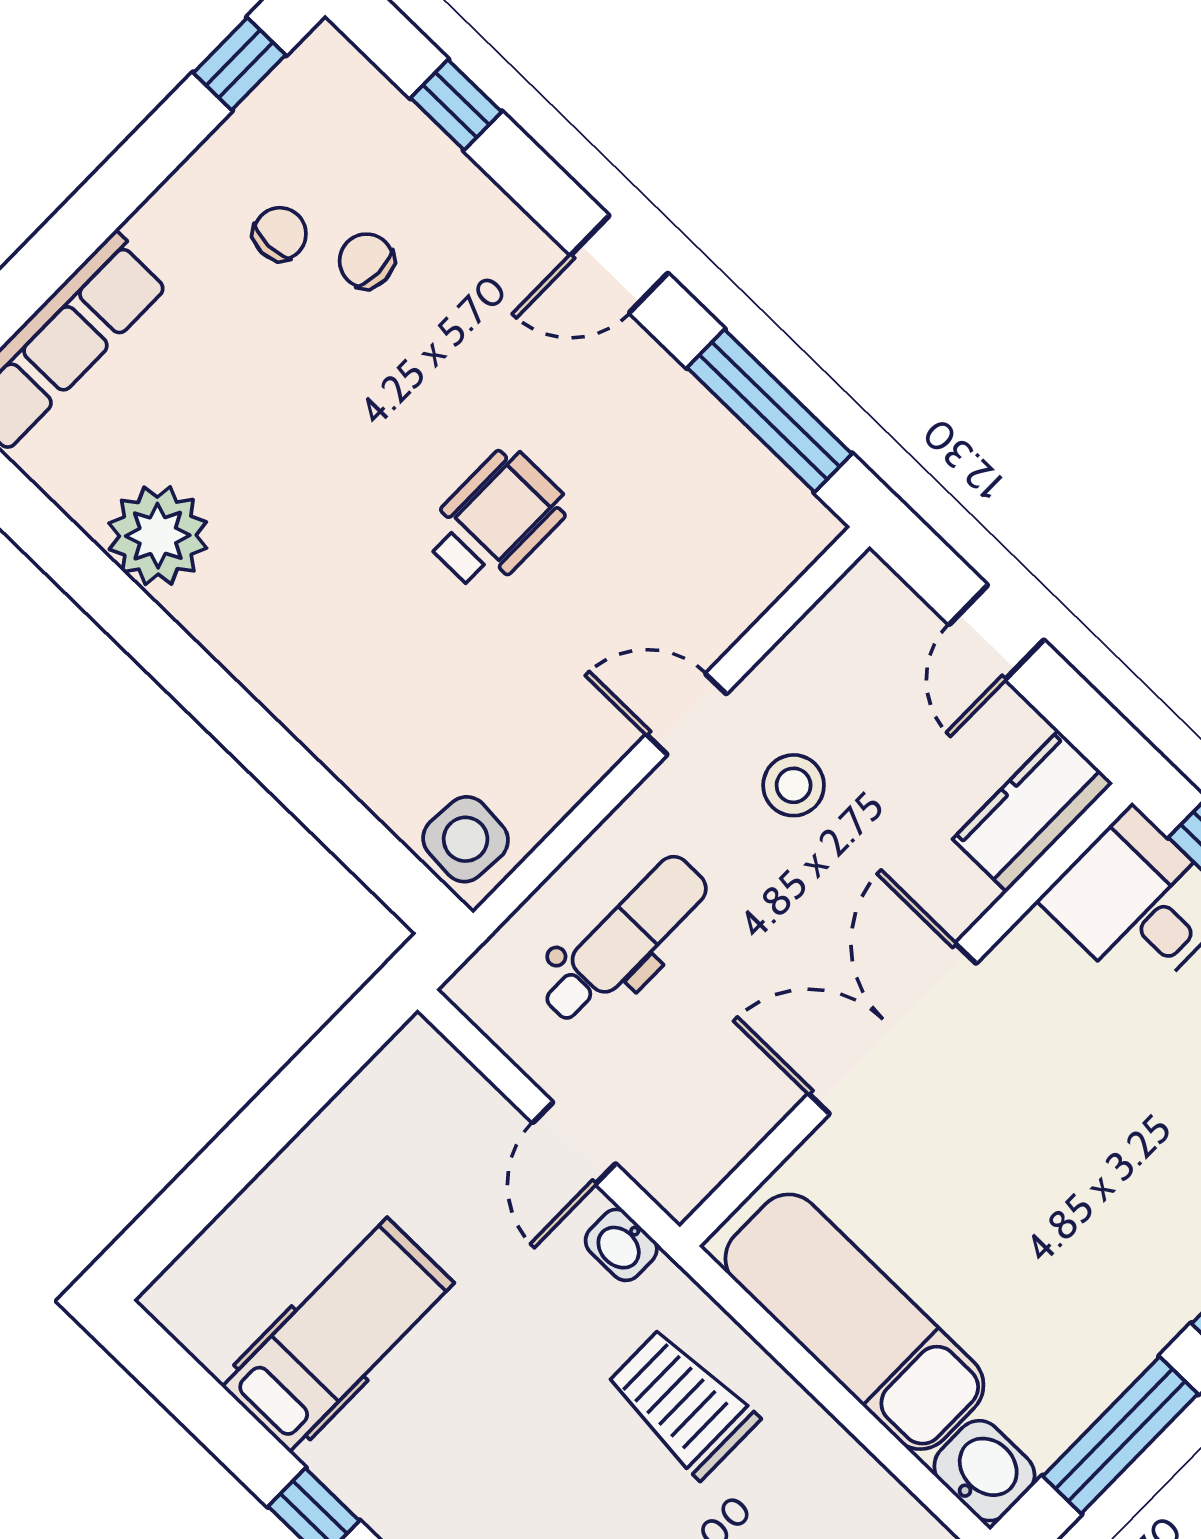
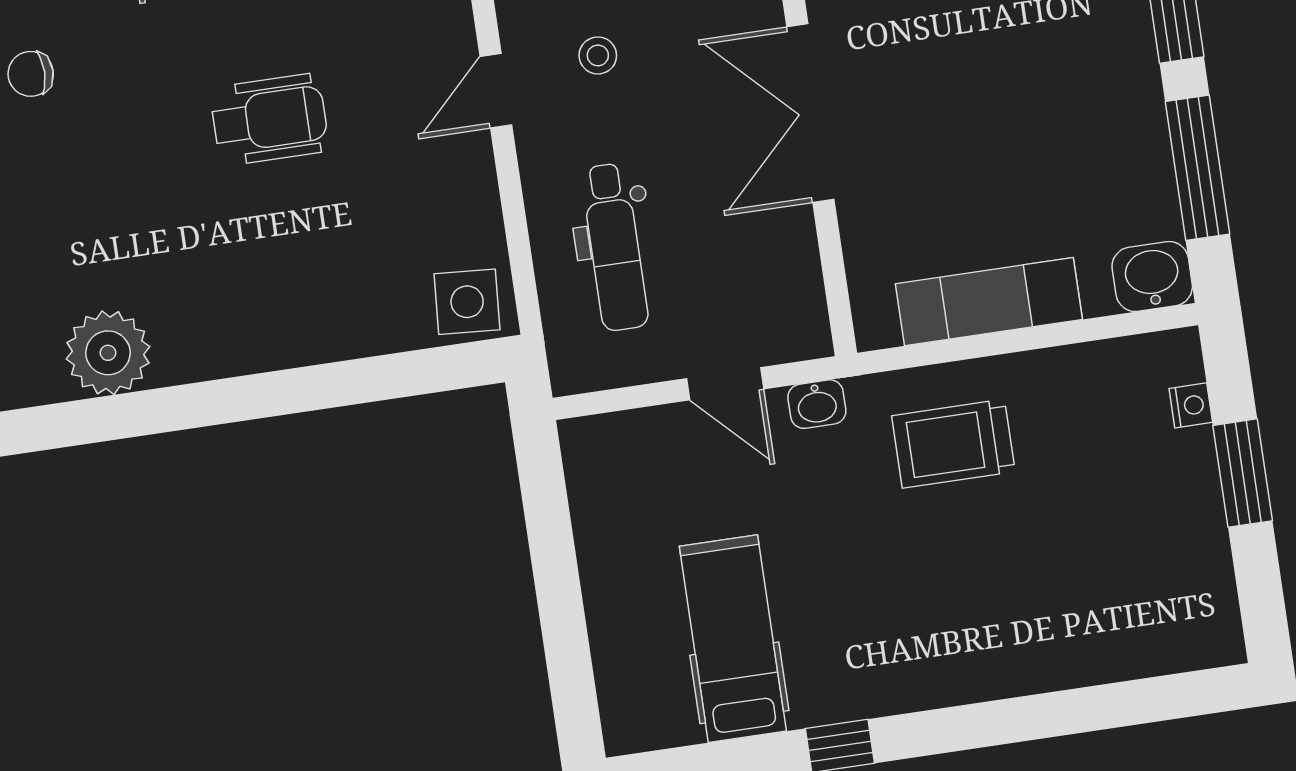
wheelchair: (496, 520) -> (269, 120), turned 90
stool: (794, 785) -> (598, 55), width x0.73, depth x0.73
dental chair: (624, 940) -> (615, 247), turned 180
exam couch: (854, 1322) -> (989, 302), width x0.73, depth x0.69

